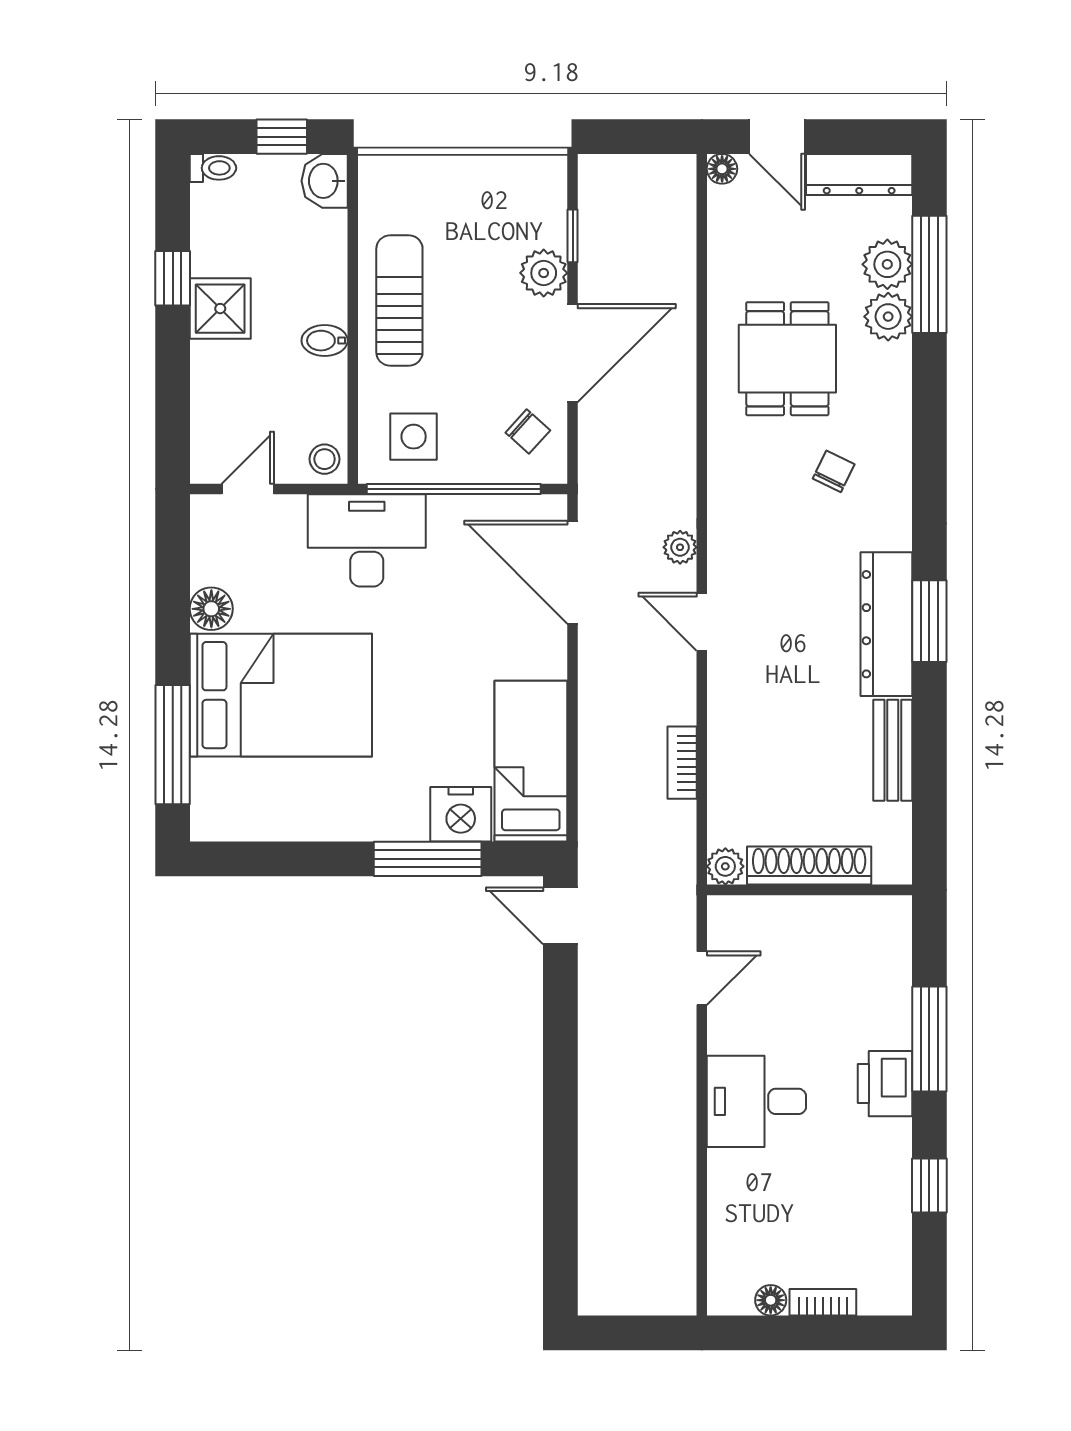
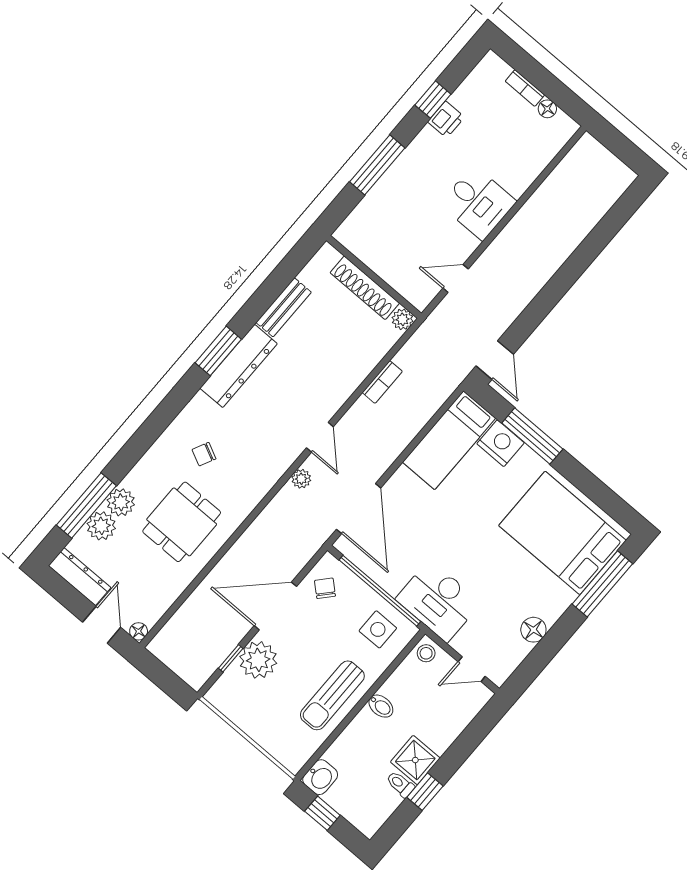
toilet: (213, 168) -> (400, 784), moved
plant: (544, 273) -> (258, 660), width x1.36, depth x1.36
bed: (281, 695) -> (562, 533), moved
printer: (885, 1084) -> (446, 119), moved, width x0.73, depth x0.81

